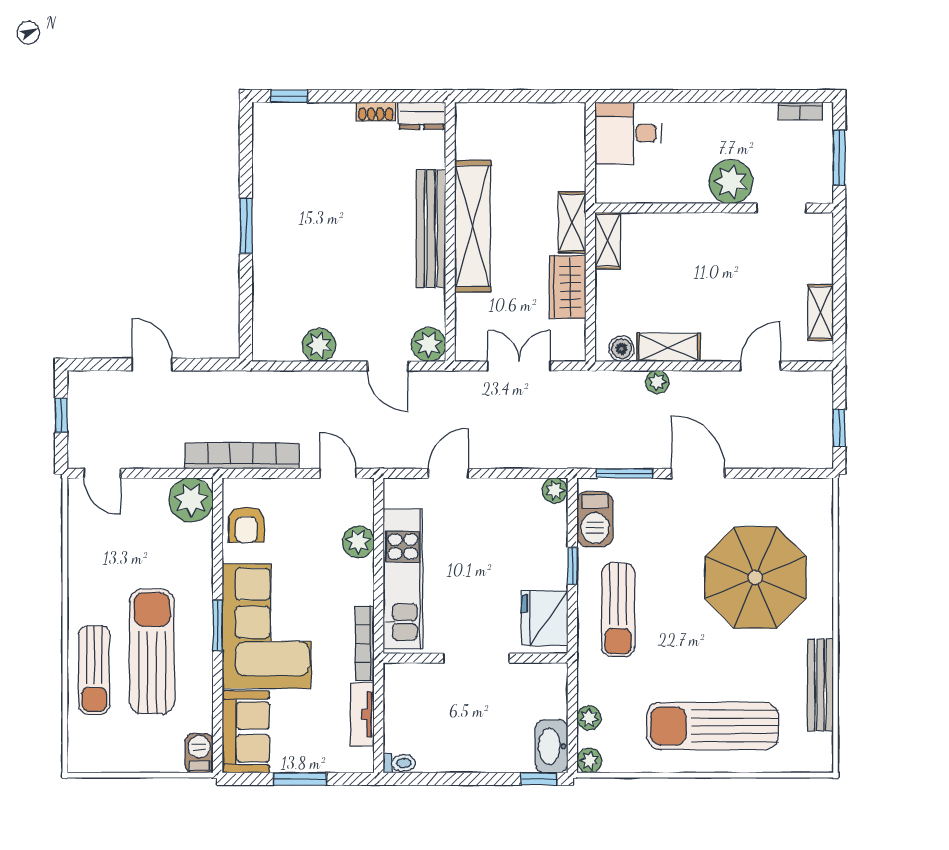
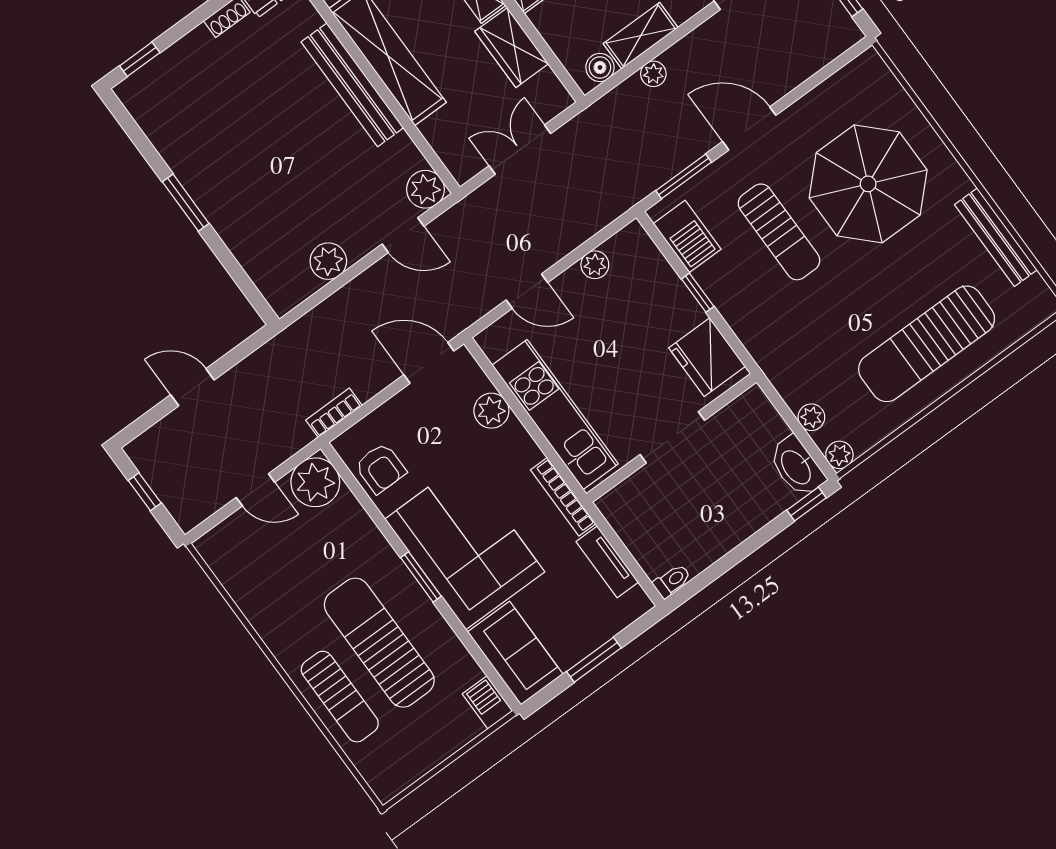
bookcase: (242, 456) -> (334, 413), width x0.43, depth x0.76
door: (102, 473) -> (255, 490), moved
door: (338, 473) -> (429, 363), width x1.37
door: (448, 473) -> (527, 291), swing flipped
plant: (555, 490) -> (595, 265), moved
sun lounger: (618, 610) -> (779, 232), moved

